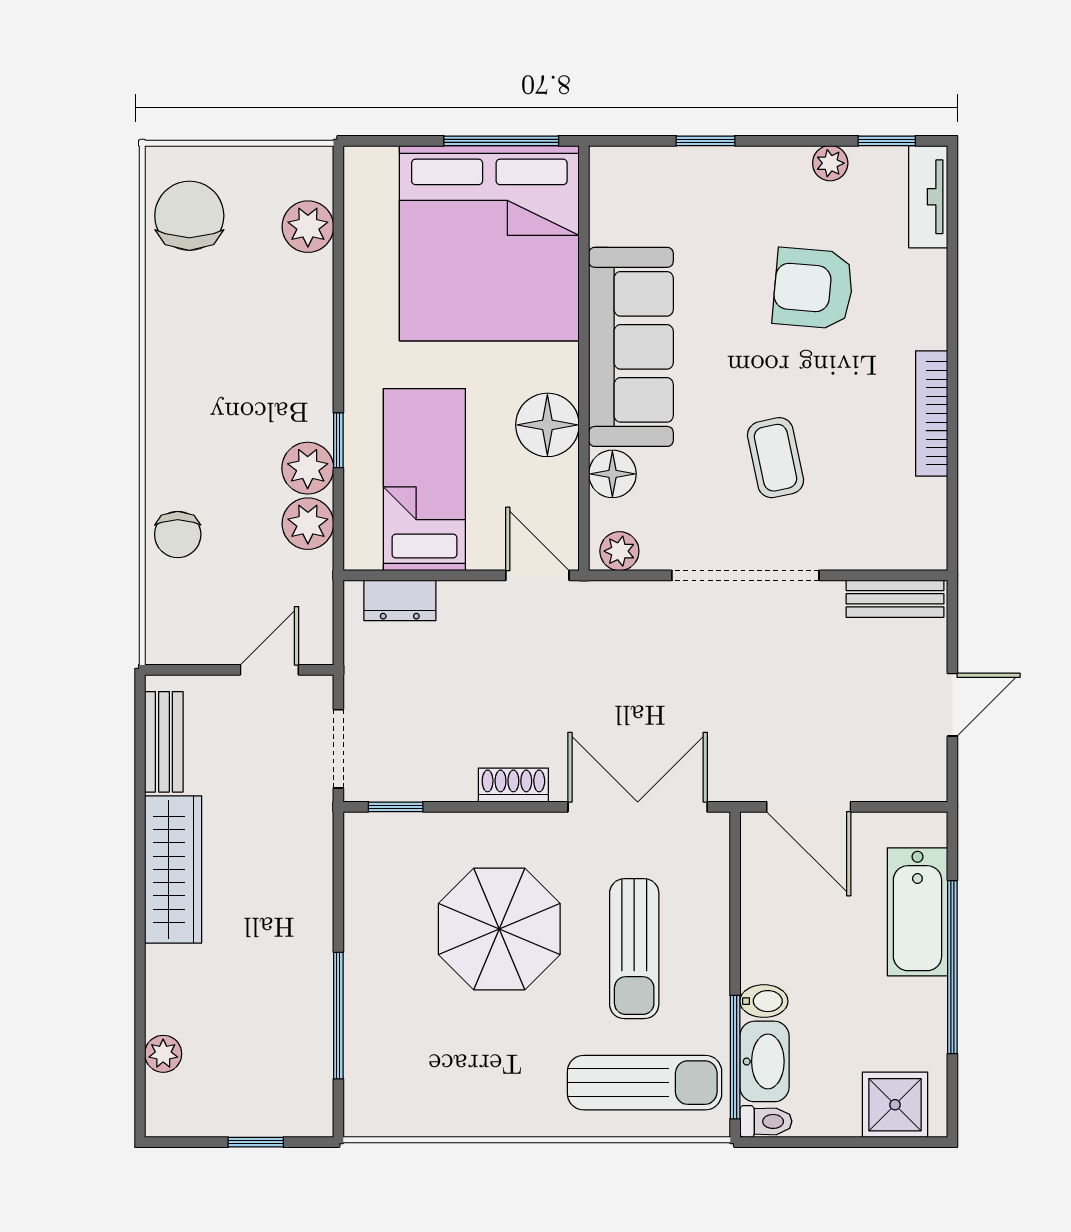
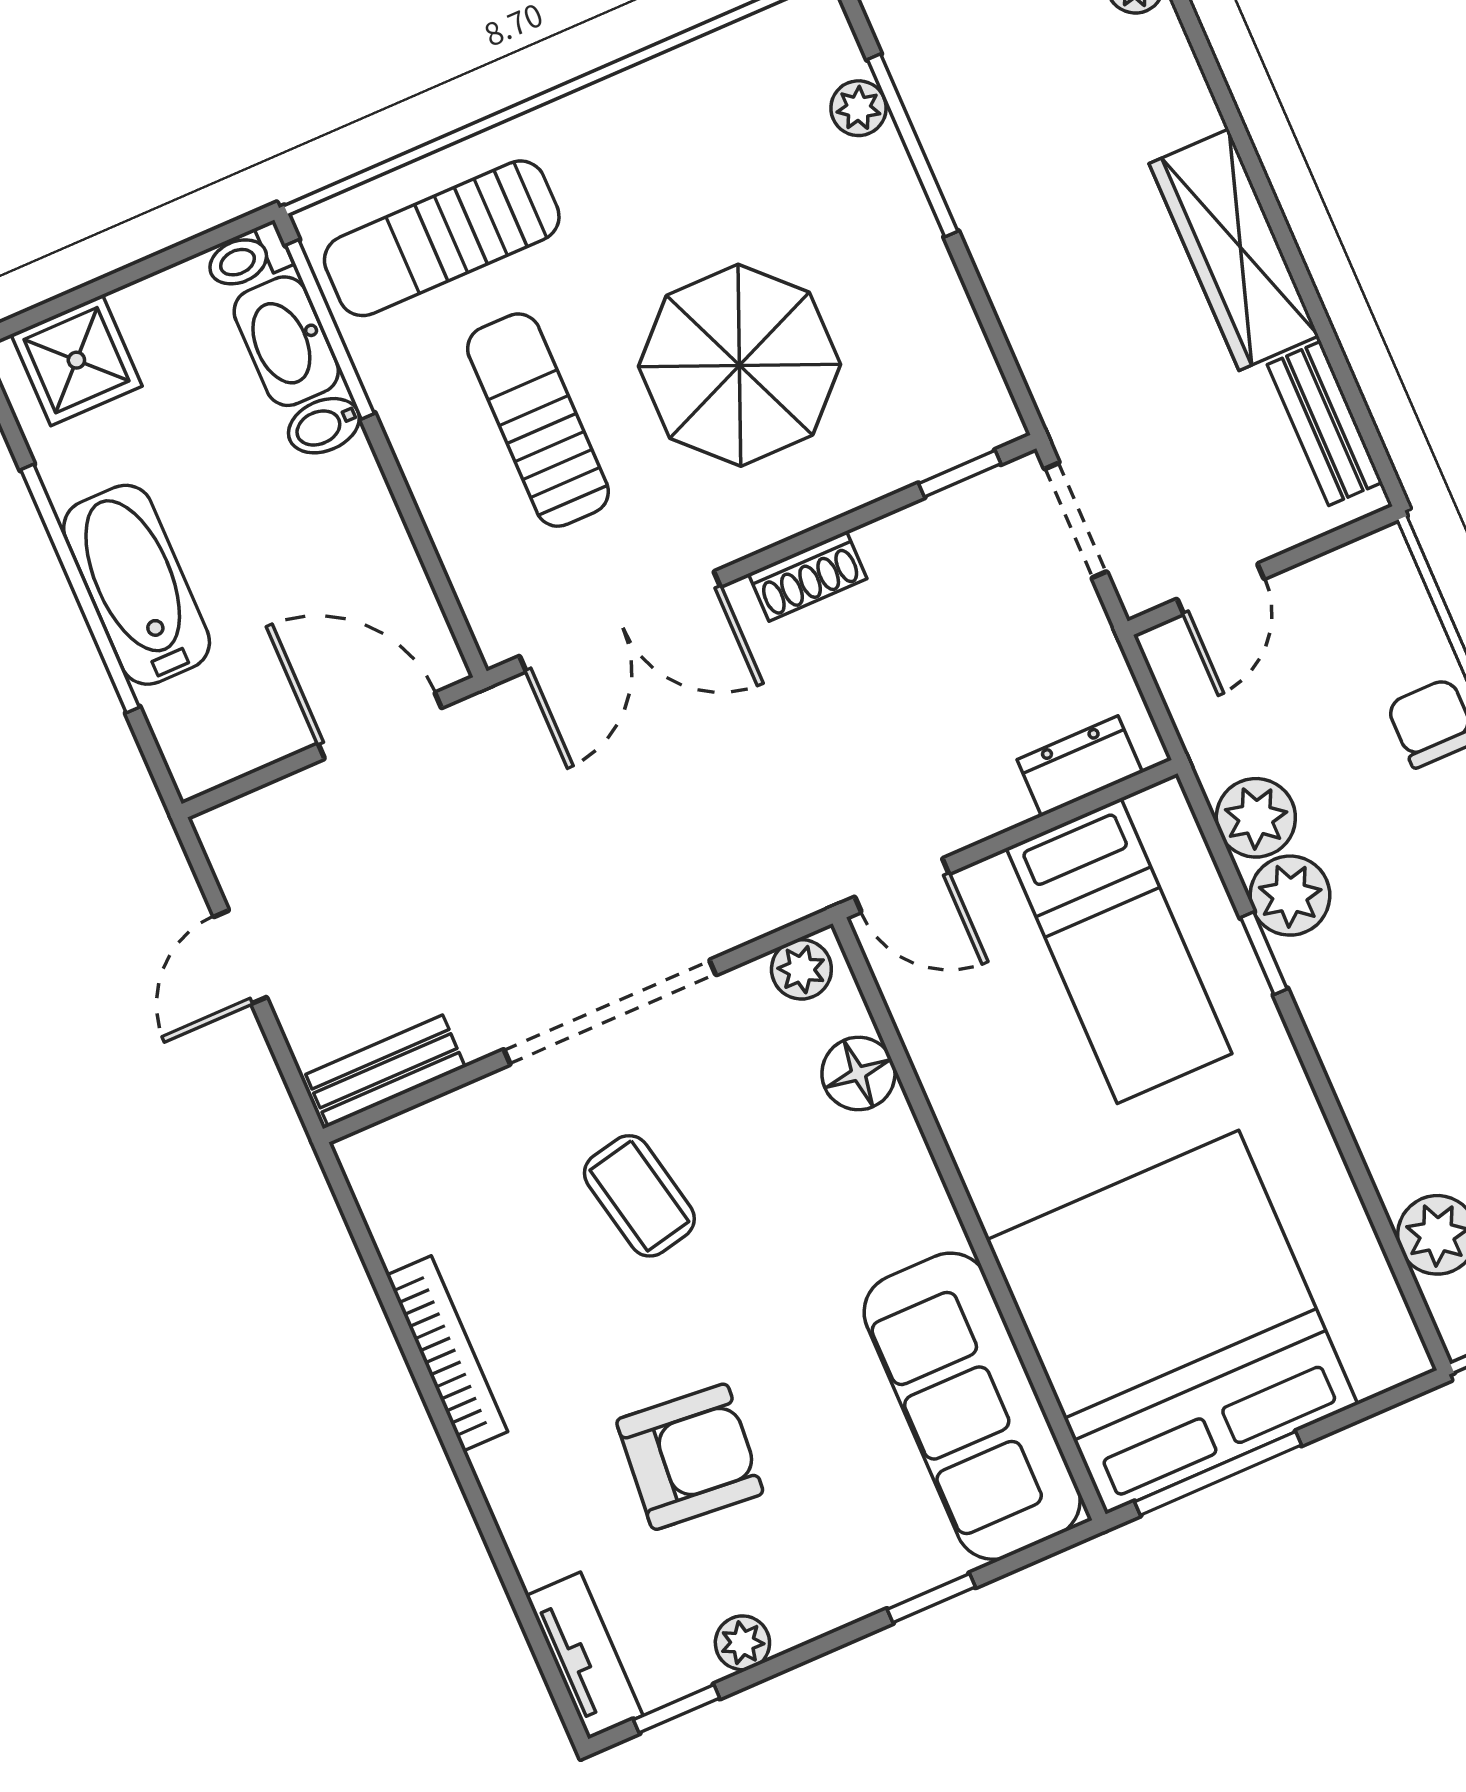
sofa: (631, 347) -> (972, 1406), moved
floor lamp: (547, 425) -> (980, 1103), removed
bathtub: (917, 912) -> (137, 585), moved
plant: (361, 1052) -> (858, 108), added

